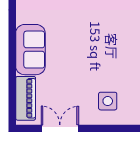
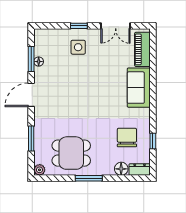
window: (107, 128) -> (79, 26), added

